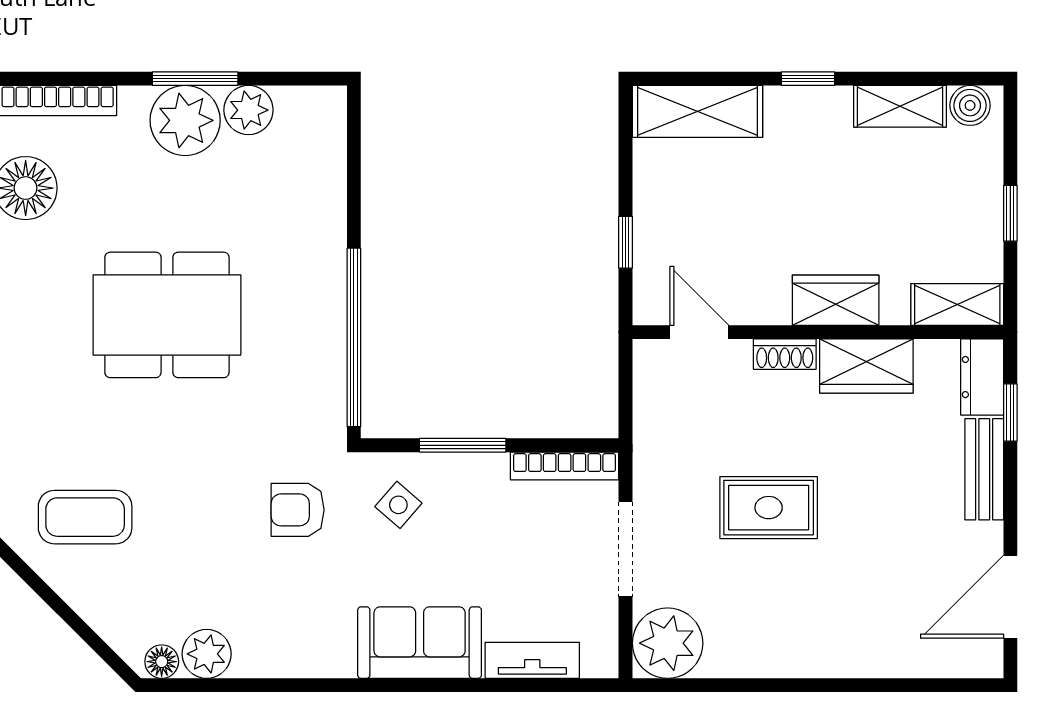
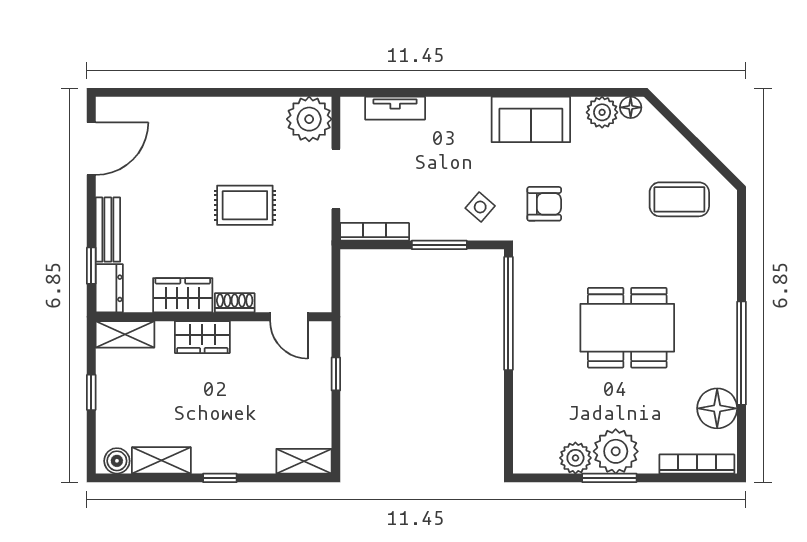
shelving: (697, 111) -> (304, 461), width x0.67, depth x0.75
sofa: (420, 643) -> (531, 119), moved

